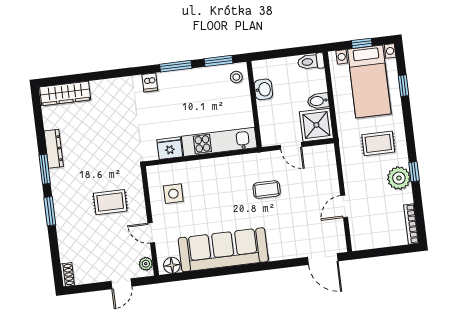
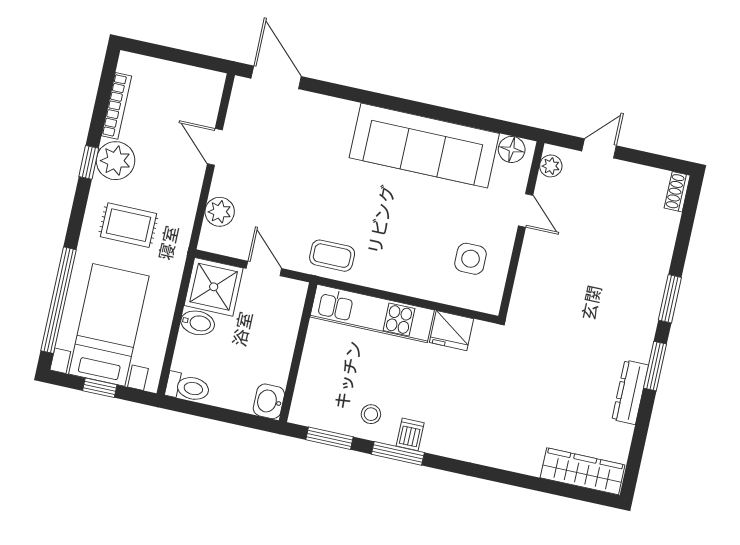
stool: (236, 77) -> (371, 414), moved
dishwasher: (150, 82) -> (410, 434), moved
window: (403, 86) -> (58, 300), width x3.17
washbasin: (263, 89) -> (269, 401), moved
plant: (328, 170) -> (220, 212), added
coffee table: (267, 190) -> (332, 256), moved
rug: (110, 202) -> (572, 280), removed
door: (344, 206) -> (215, 147), swing flipped
bookcase: (411, 224) -> (116, 106), moved

